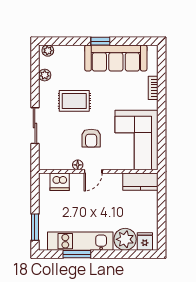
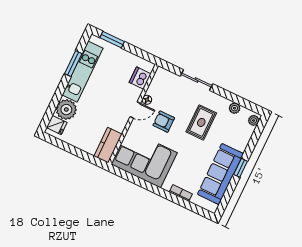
door: (93, 171) -> (135, 110), swing flipped

